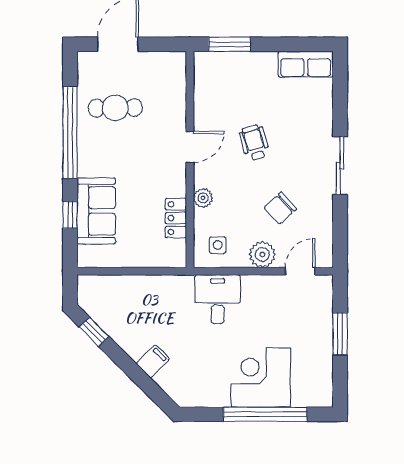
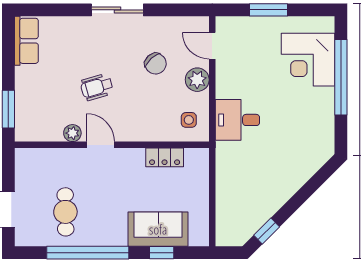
plant: (203, 198) -> (72, 133), moved
filing cabinet: (153, 361) -> (293, 178), removed
corner desk: (261, 378) -> (308, 60), moved

